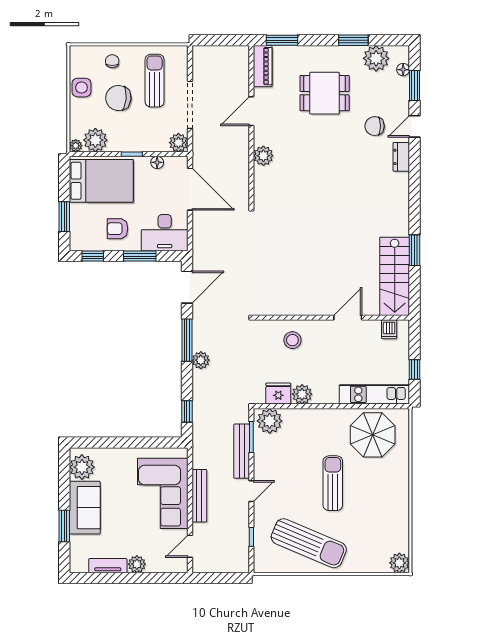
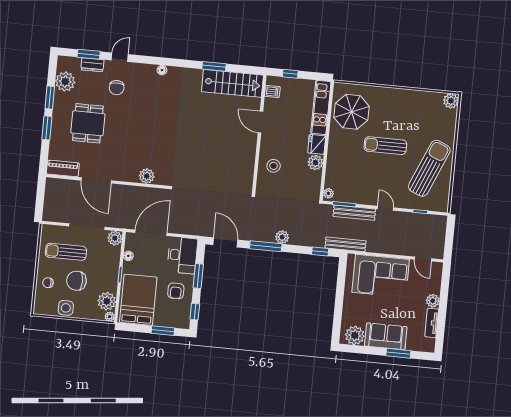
window: (282, 40) -> (47, 128), moved
floor lamp: (403, 70) -> (162, 70), moved
chair: (118, 98) -> (76, 281), turned 85
door: (251, 111) -> (96, 180), width x1.36
door: (415, 126) -> (120, 57), swing flipped
plant: (263, 156) -> (147, 176), moved
dresser: (401, 157) -> (92, 65), moved
window: (415, 370) -> (290, 74), moved
fridge: (278, 394) -> (317, 144), moved
plant: (270, 421) -> (328, 193), width x0.53, depth x0.53
bench: (199, 496) -> (345, 244), moved

